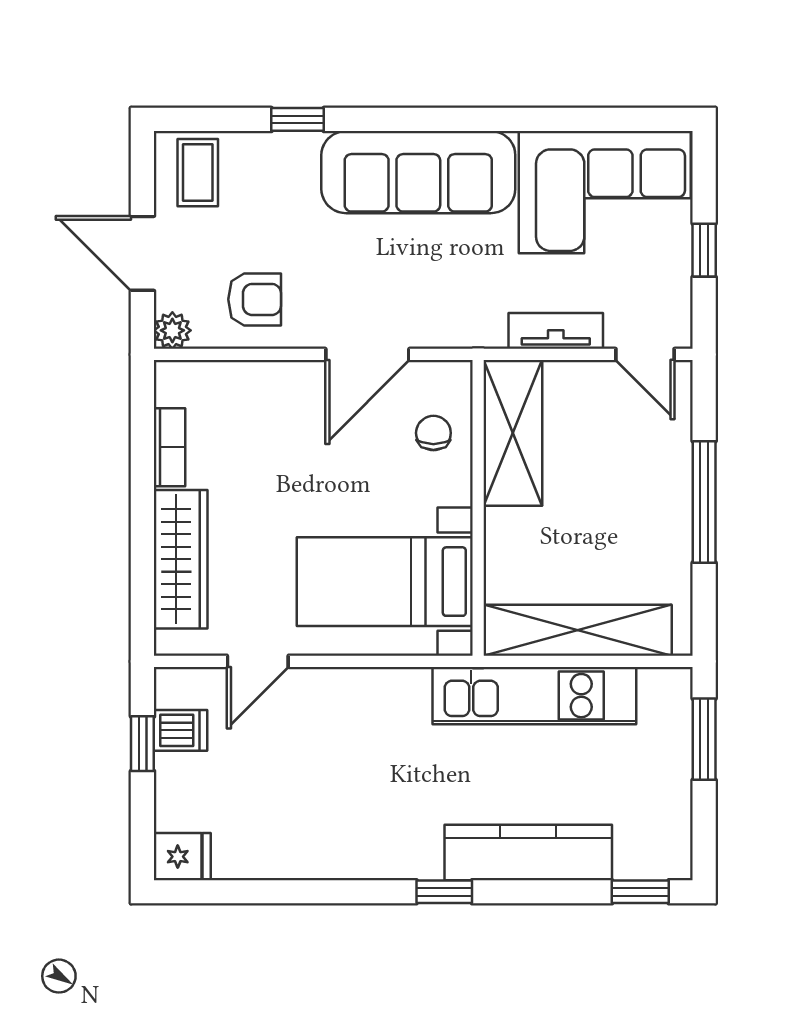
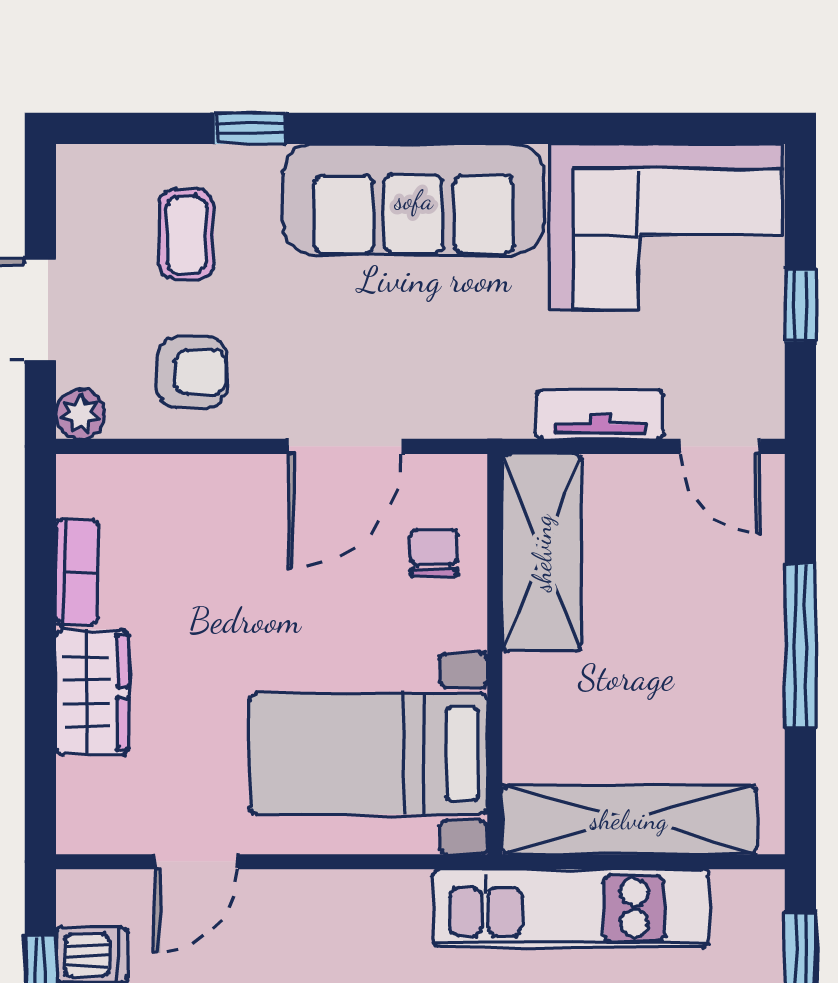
coffee table: (198, 173) -> (187, 235), moved
wardrobe: (181, 559) -> (92, 692), width x0.67

